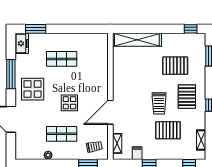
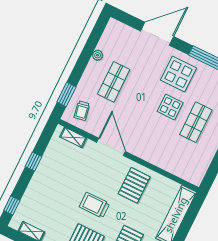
display table: (69, 103) -> (170, 107), moved
pallet: (168, 130) -> (134, 185), moved
filing cabinet: (137, 153) -> (52, 154), removed

